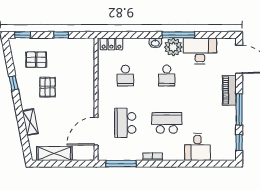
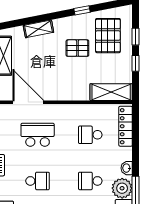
window: (23, 35) -> (136, 37), moved
locker: (111, 44) -> (126, 126), width x1.53
shelving: (87, 57) -> (111, 92), added
pallet: (36, 60) -> (108, 36), width x1.50, depth x1.42
school desk: (167, 123) -> (38, 181), width x0.54

